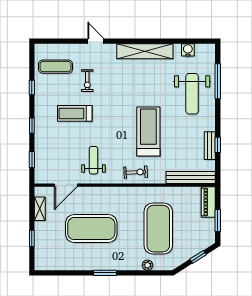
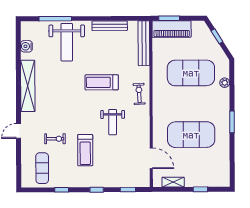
weight bench: (192, 94) -> (67, 42), turned 90
treadmill: (148, 132) -> (102, 82), width x0.73, depth x0.73
window: (218, 145) -> (114, 18), removed
bench: (210, 146) -> (110, 26), width x1.36
weight bench: (94, 160) -> (113, 122), moved, turned -90
piano: (208, 202) -> (172, 29), width x1.37, depth x1.33
window: (218, 220) -> (169, 18), moved
exercise mat: (91, 229) -> (191, 135), turned 90

